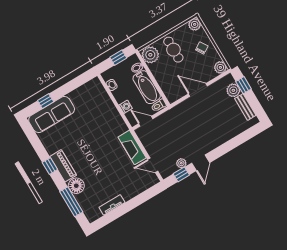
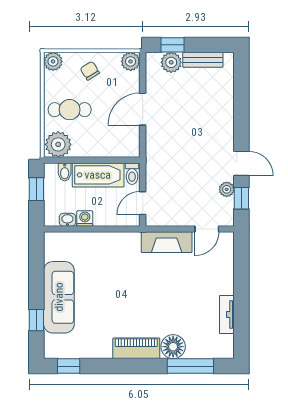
washing machine: (126, 107) -> (85, 218), moved
sofa: (52, 115) -> (59, 297), moved
window: (50, 166) -> (69, 366), moved

